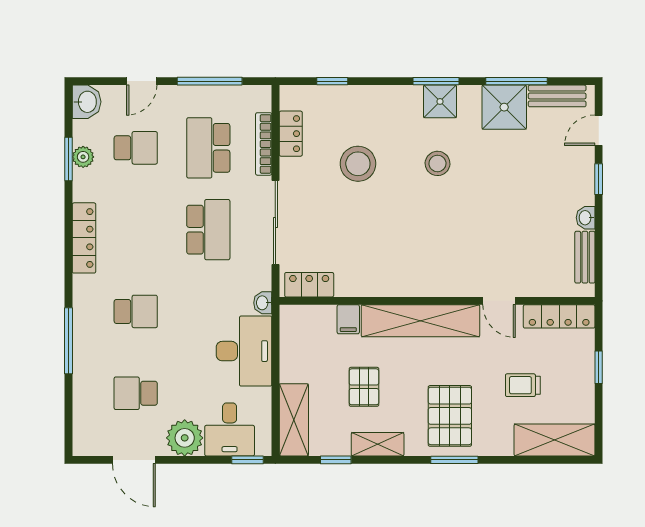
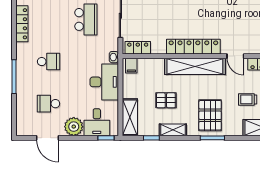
locker: (417, 282) -> (193, 47), added
filing cabinet: (348, 319) -> (131, 66), moved
pallet: (364, 387) -> (166, 100), turned 90

